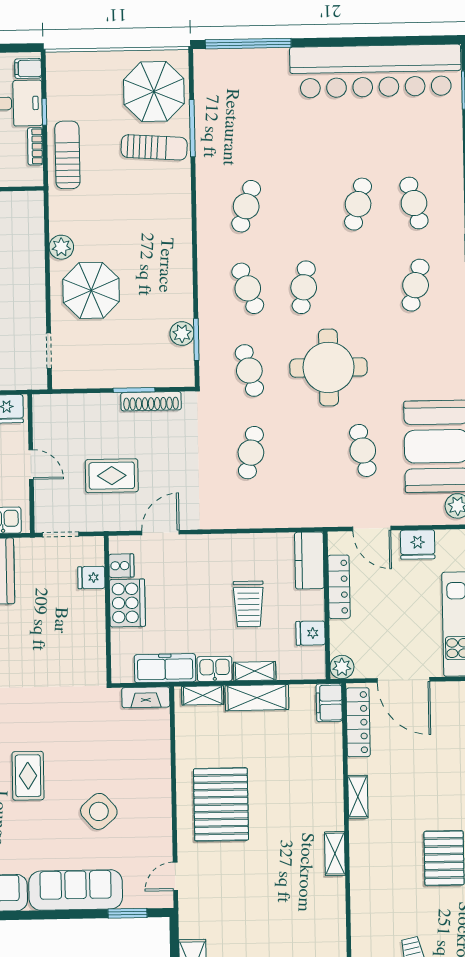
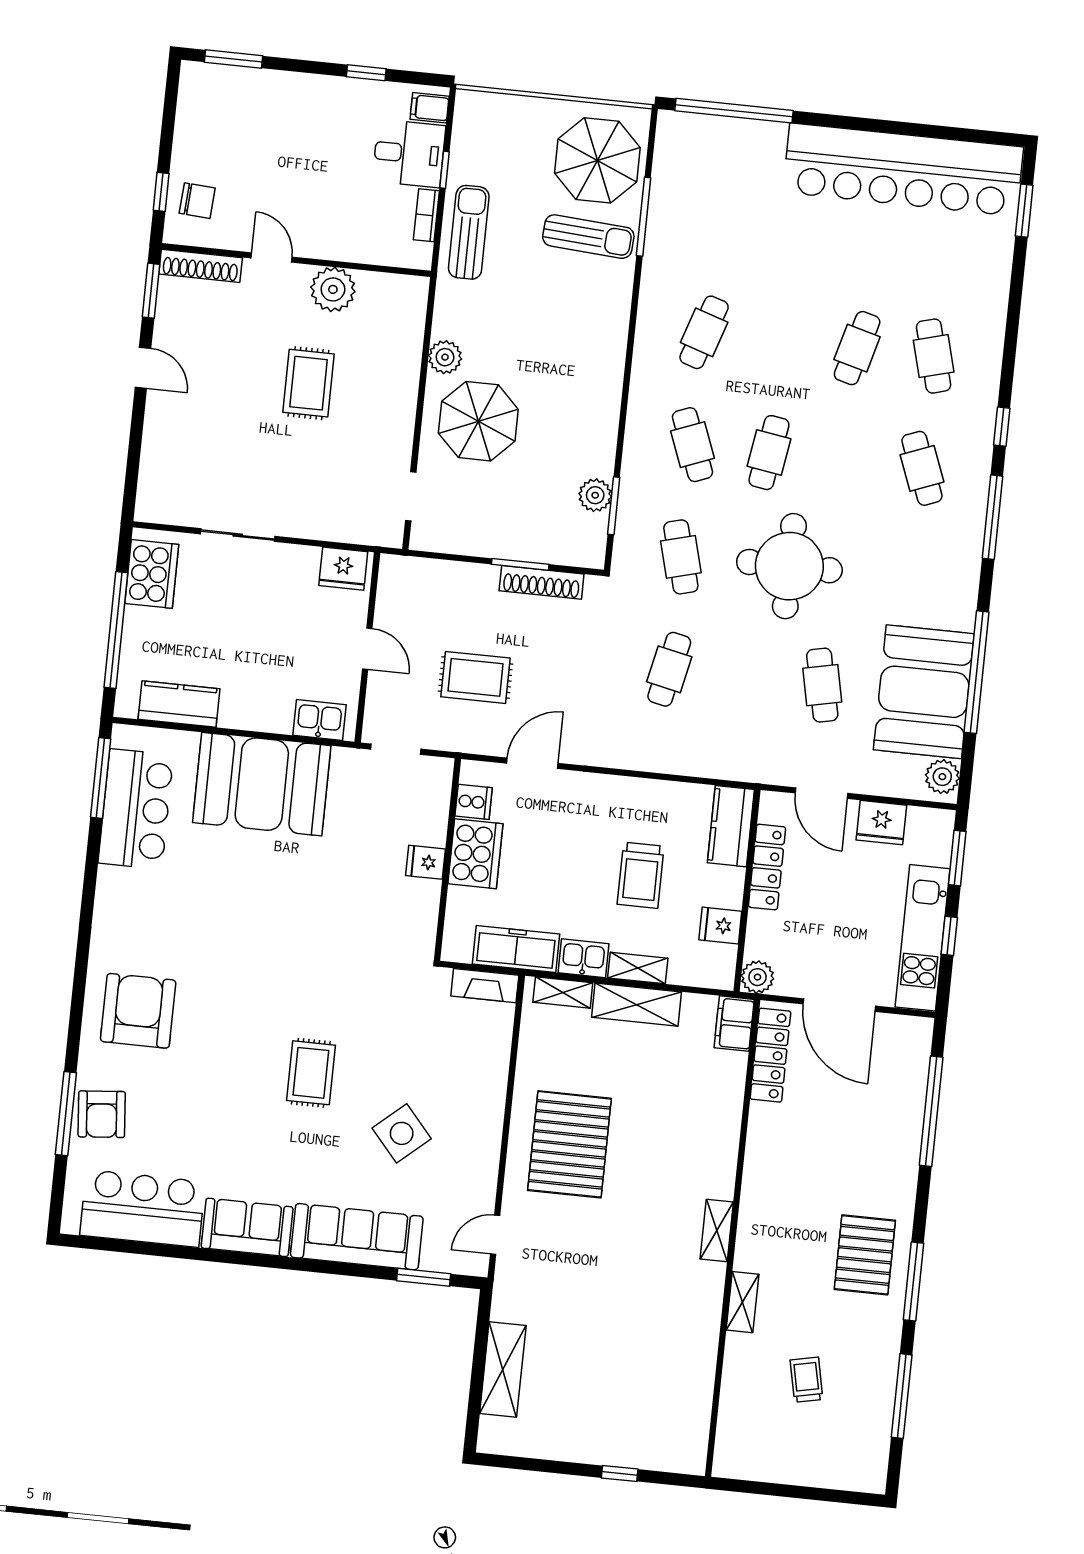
cafe table: (416, 285) -> (922, 468), turned -36
fridge: (91, 578) -> (426, 862), moved
shelving: (358, 797) -> (742, 1302), moved

